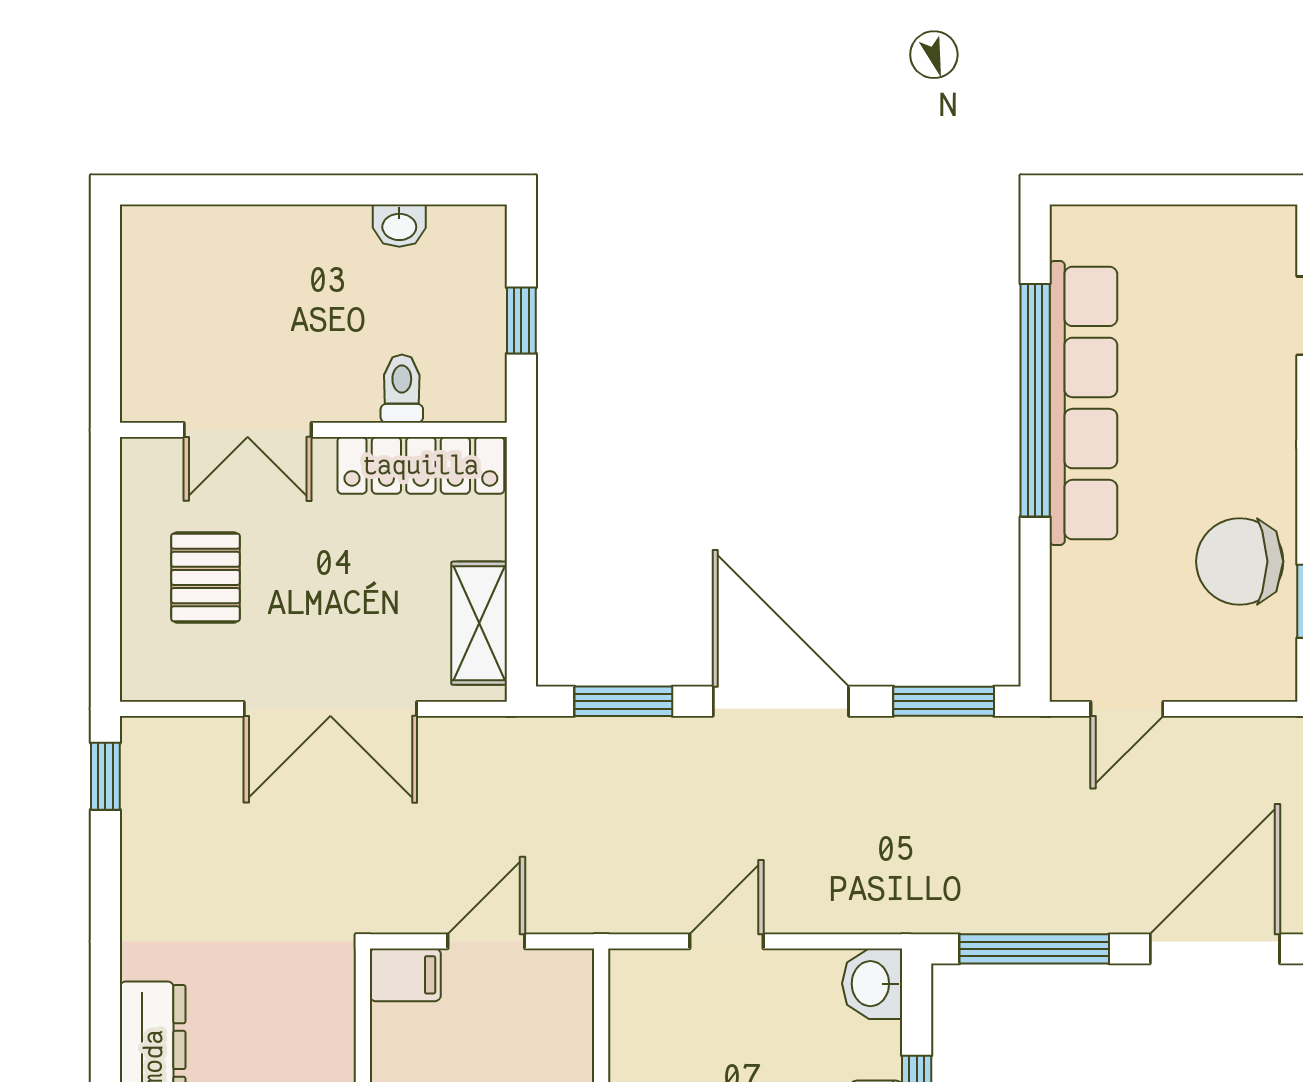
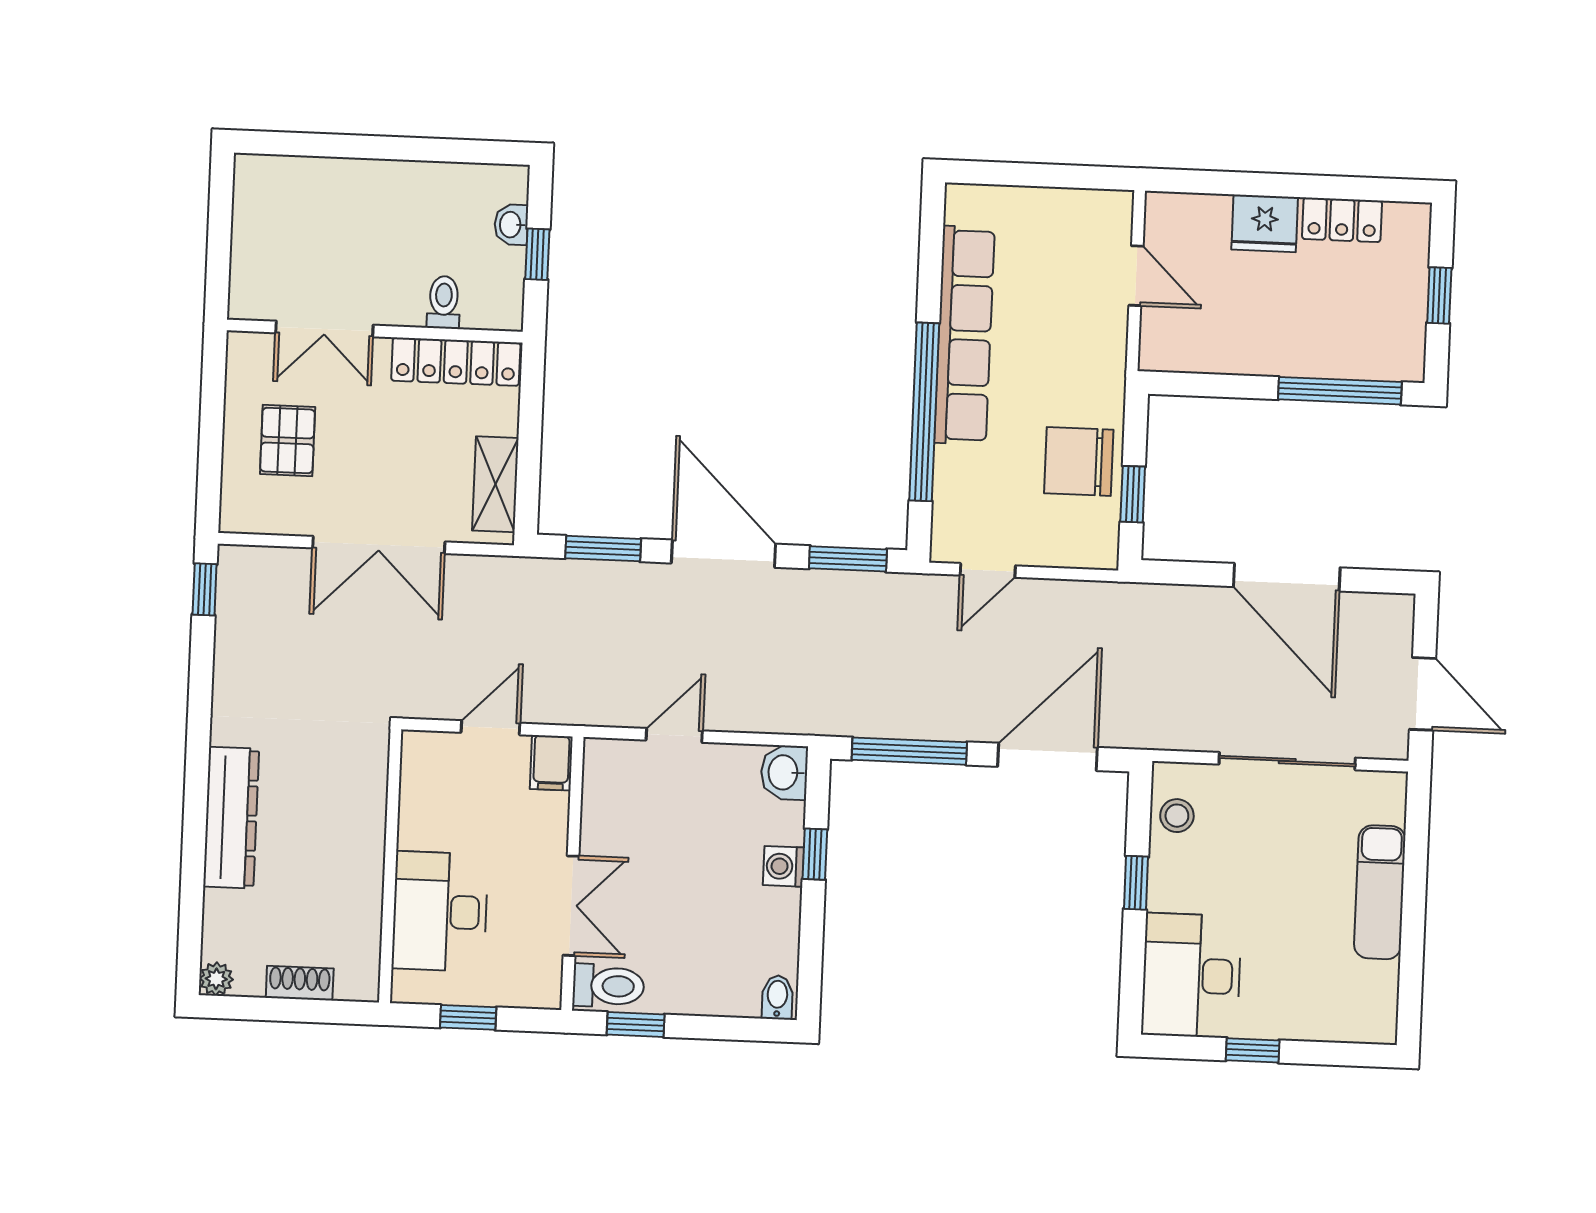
washbasin: (399, 226) -> (511, 225), moved, turned 90
window: (1035, 400) -> (924, 412), moved
filing cabinet: (405, 975) -> (551, 763), moved, turned 90

